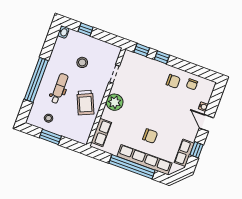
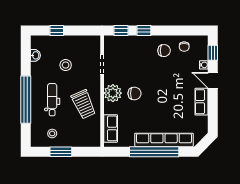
washbasin: (63, 32) -> (35, 55), moved
chair: (150, 136) -> (134, 93), moved
window: (197, 150) -> (213, 53), moved
row of seats: (184, 153) -> (201, 102), moved

